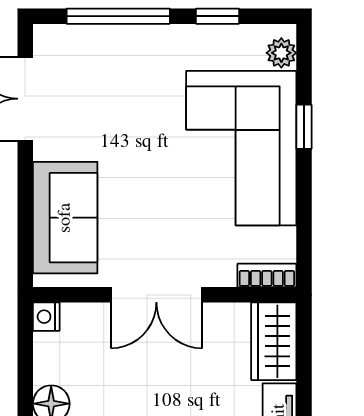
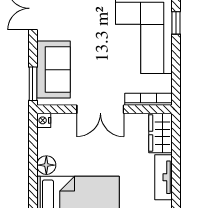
window: (25, 246) -> (33, 84), added
bookcase: (267, 275) -> (149, 99), width x1.56

